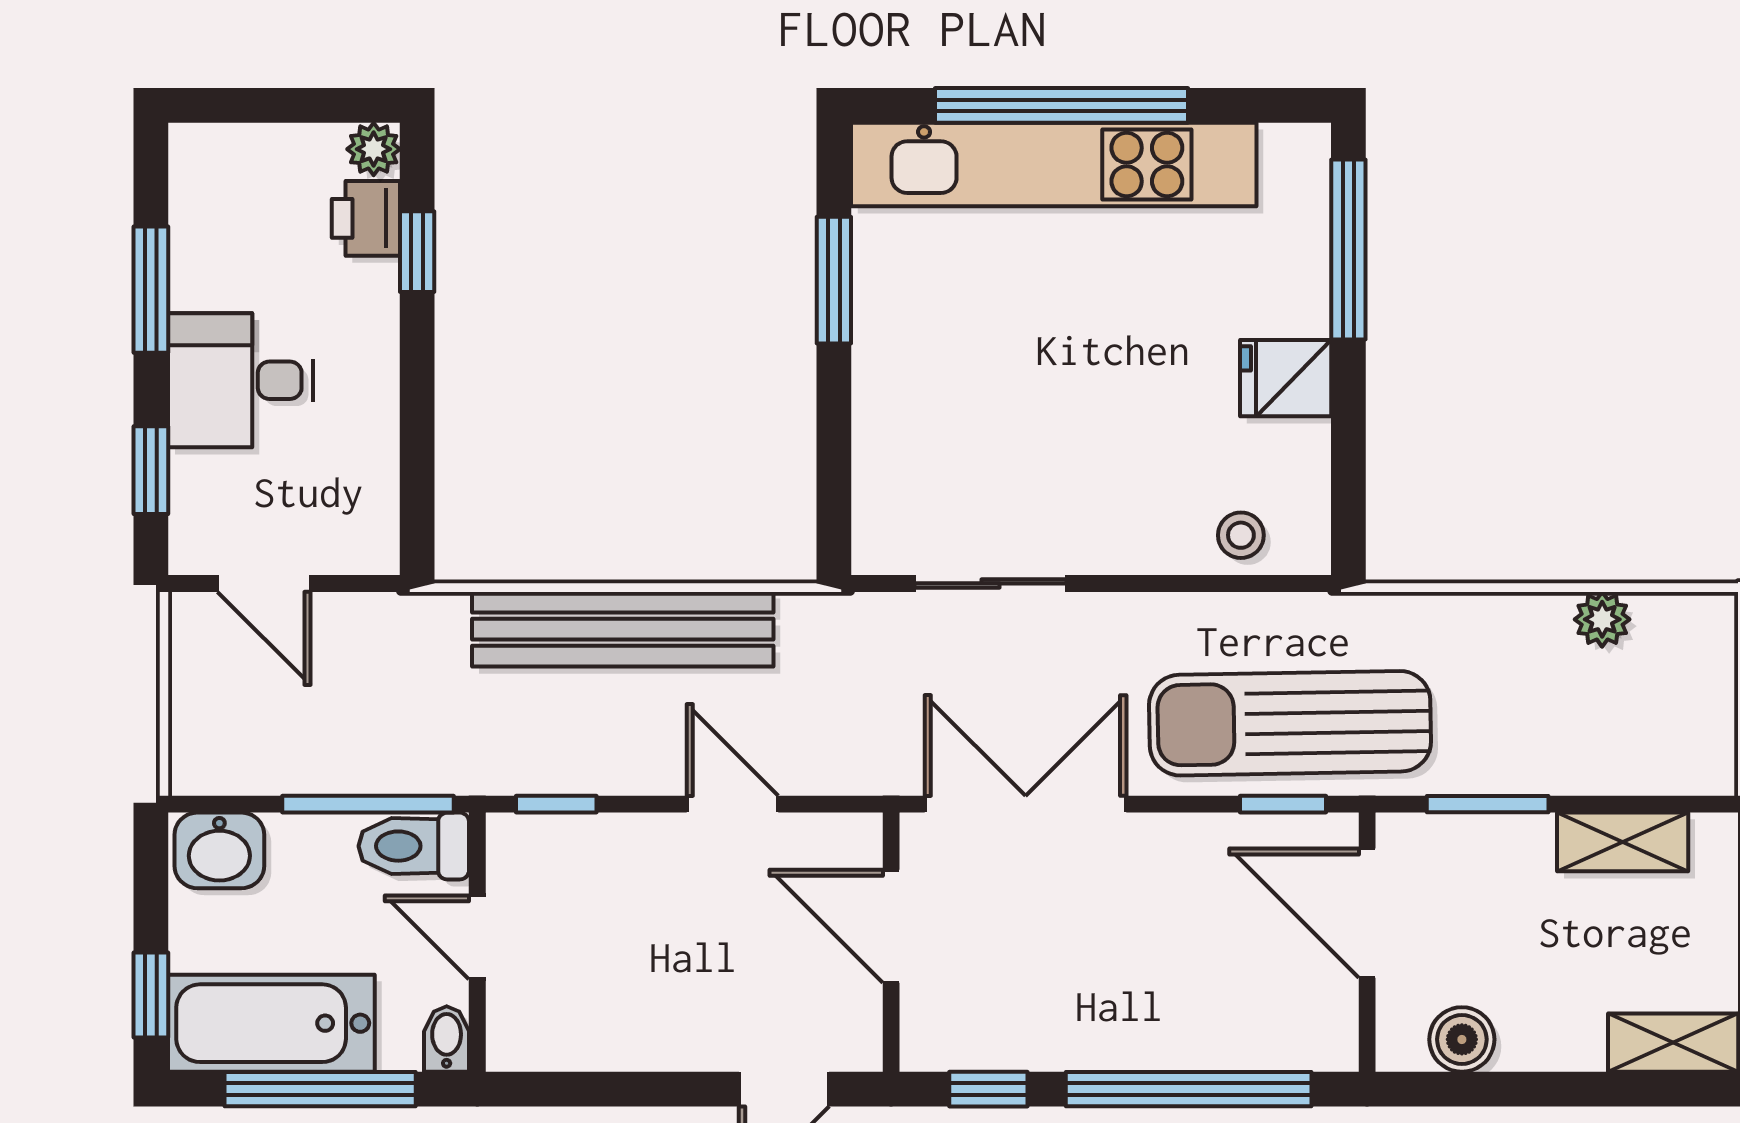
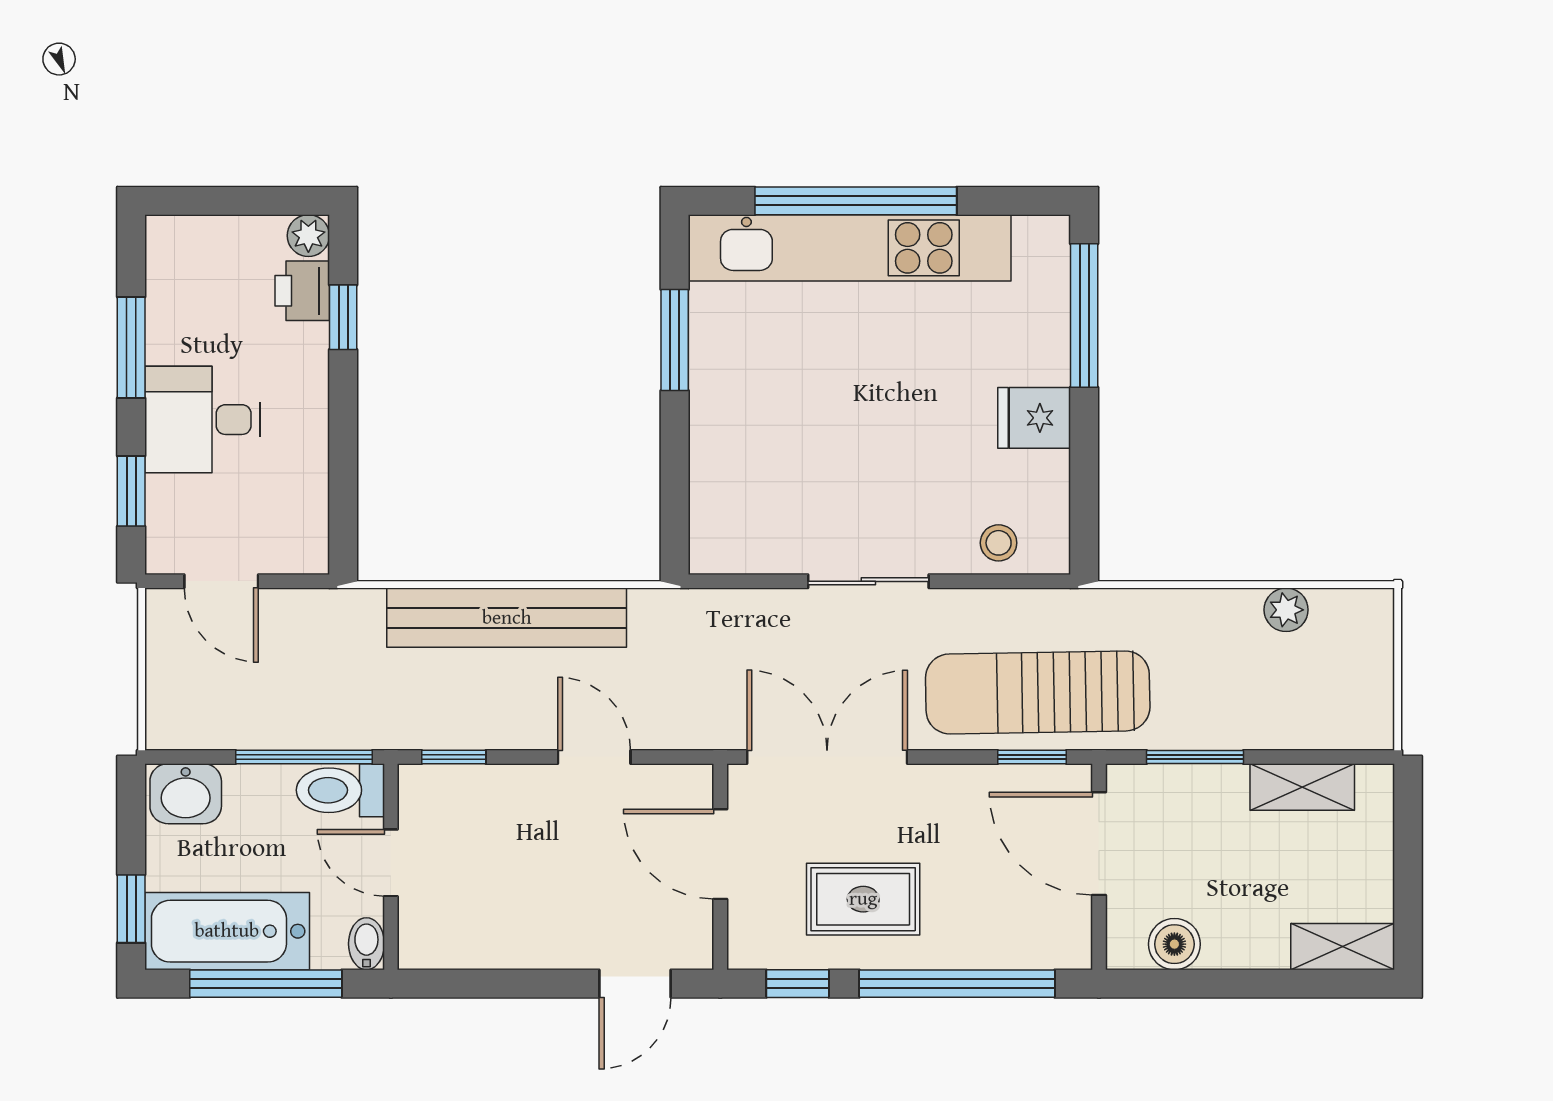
sliding door: (990, 583) -> (868, 581), moved
rug: (1071, 983) -> (863, 899), added

